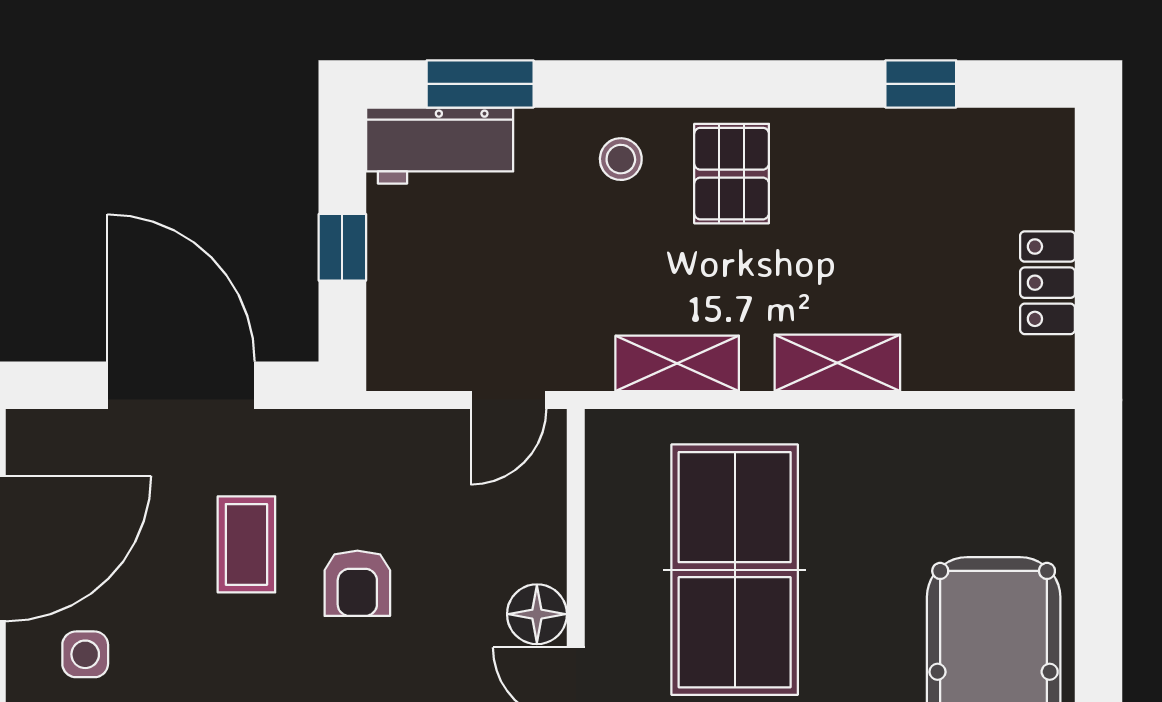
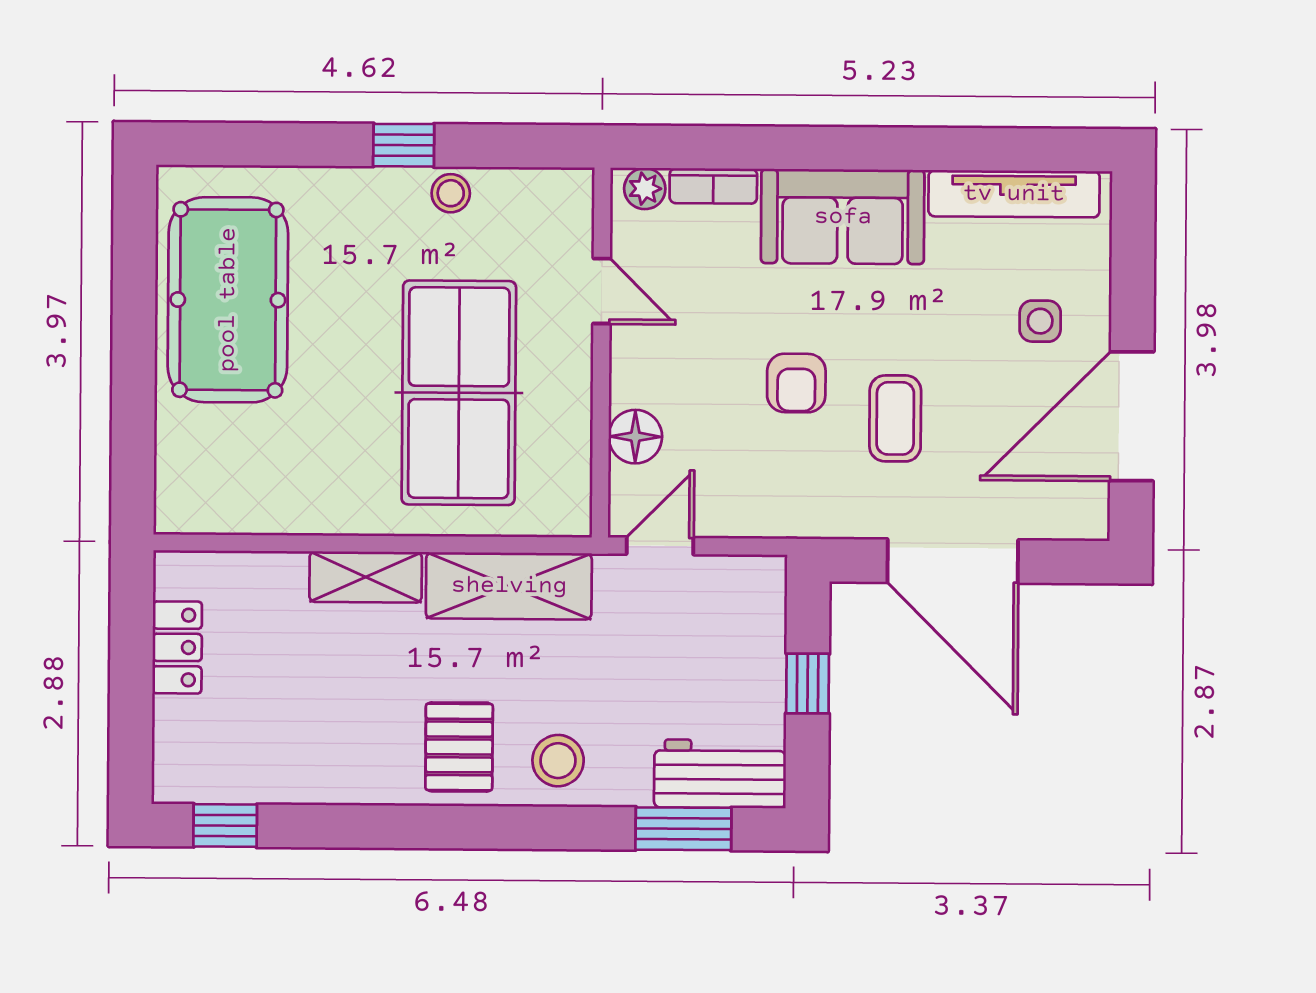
window: (921, 84) -> (225, 826), moved
stool: (621, 159) -> (558, 761), width x1.37, depth x1.37
shelving: (677, 363) -> (509, 586), width x1.50, depth x1.33
armchair: (357, 583) -> (796, 383), turned 180
floor lamp: (537, 614) -> (635, 437), moved

